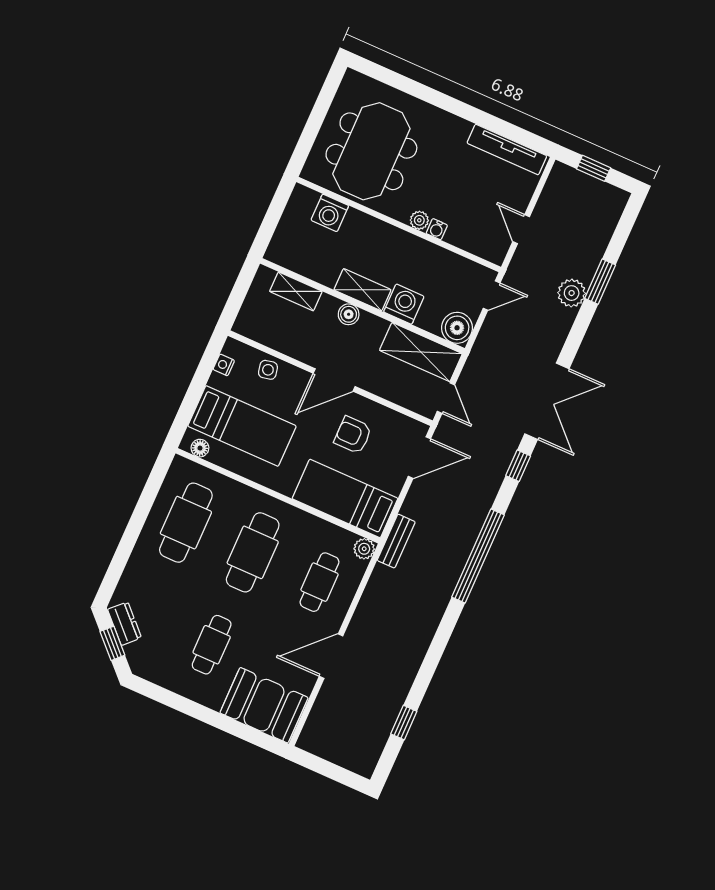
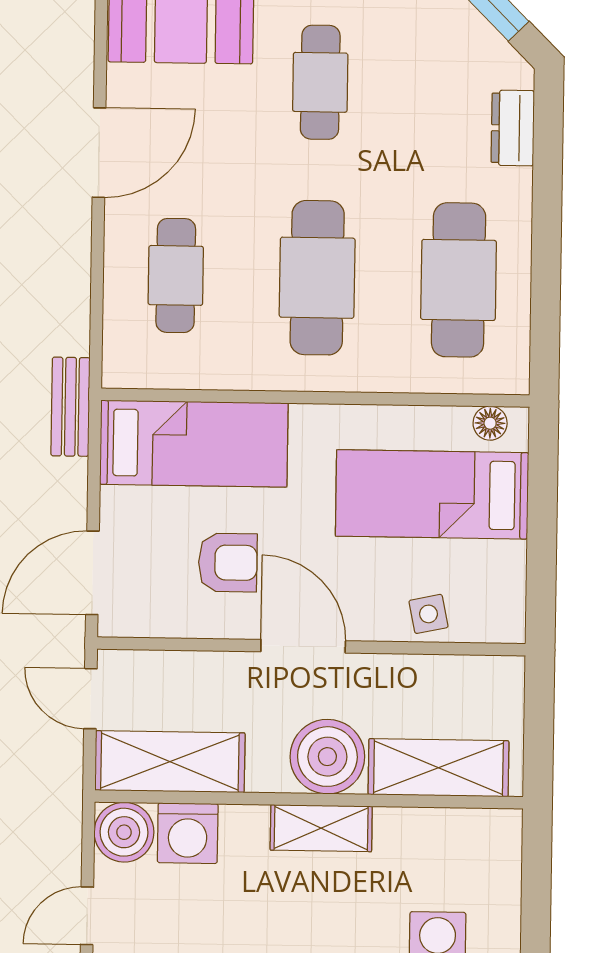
shelving: (296, 291) -> (438, 768), width x1.50, depth x1.33
washing machine: (404, 304) -> (188, 833), moved
boiler: (349, 314) -> (327, 757), width x1.86, depth x1.86
nightstand: (224, 365) -> (511, 589), removed
door: (334, 380) -> (303, 646), hinge flipped
plant: (364, 549) -> (122, 369), removed
dresser: (125, 624) -> (513, 128), moved, turned 45

